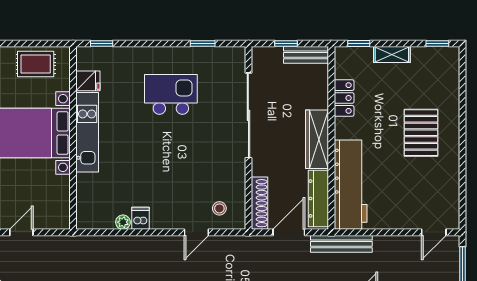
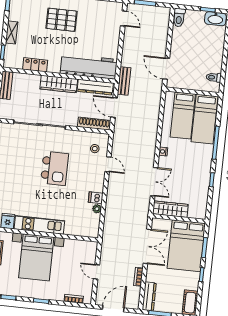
kitchen island: (171, 94) -> (55, 168), moved, turned 180
bench: (341, 244) -> (124, 81), width x0.73

